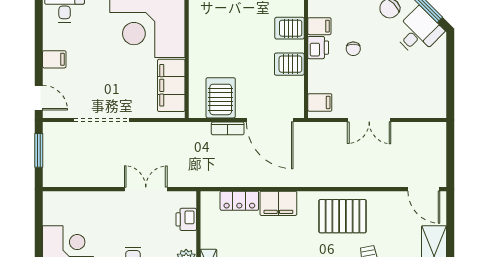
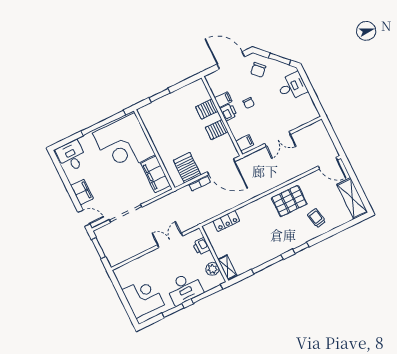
desk: (418, 32) -> (292, 87), moved, turned 45
filing cabinet: (54, 59) -> (82, 192), width x2.00
filing cabinet: (278, 203) -> (249, 212), removed

